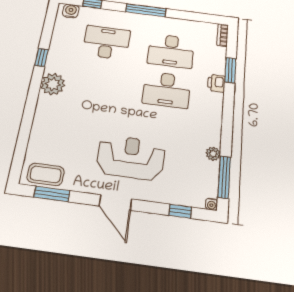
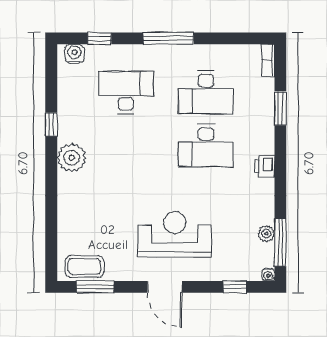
printer: (216, 83) -> (265, 167), moved
plant: (213, 154) -> (266, 234), moved

